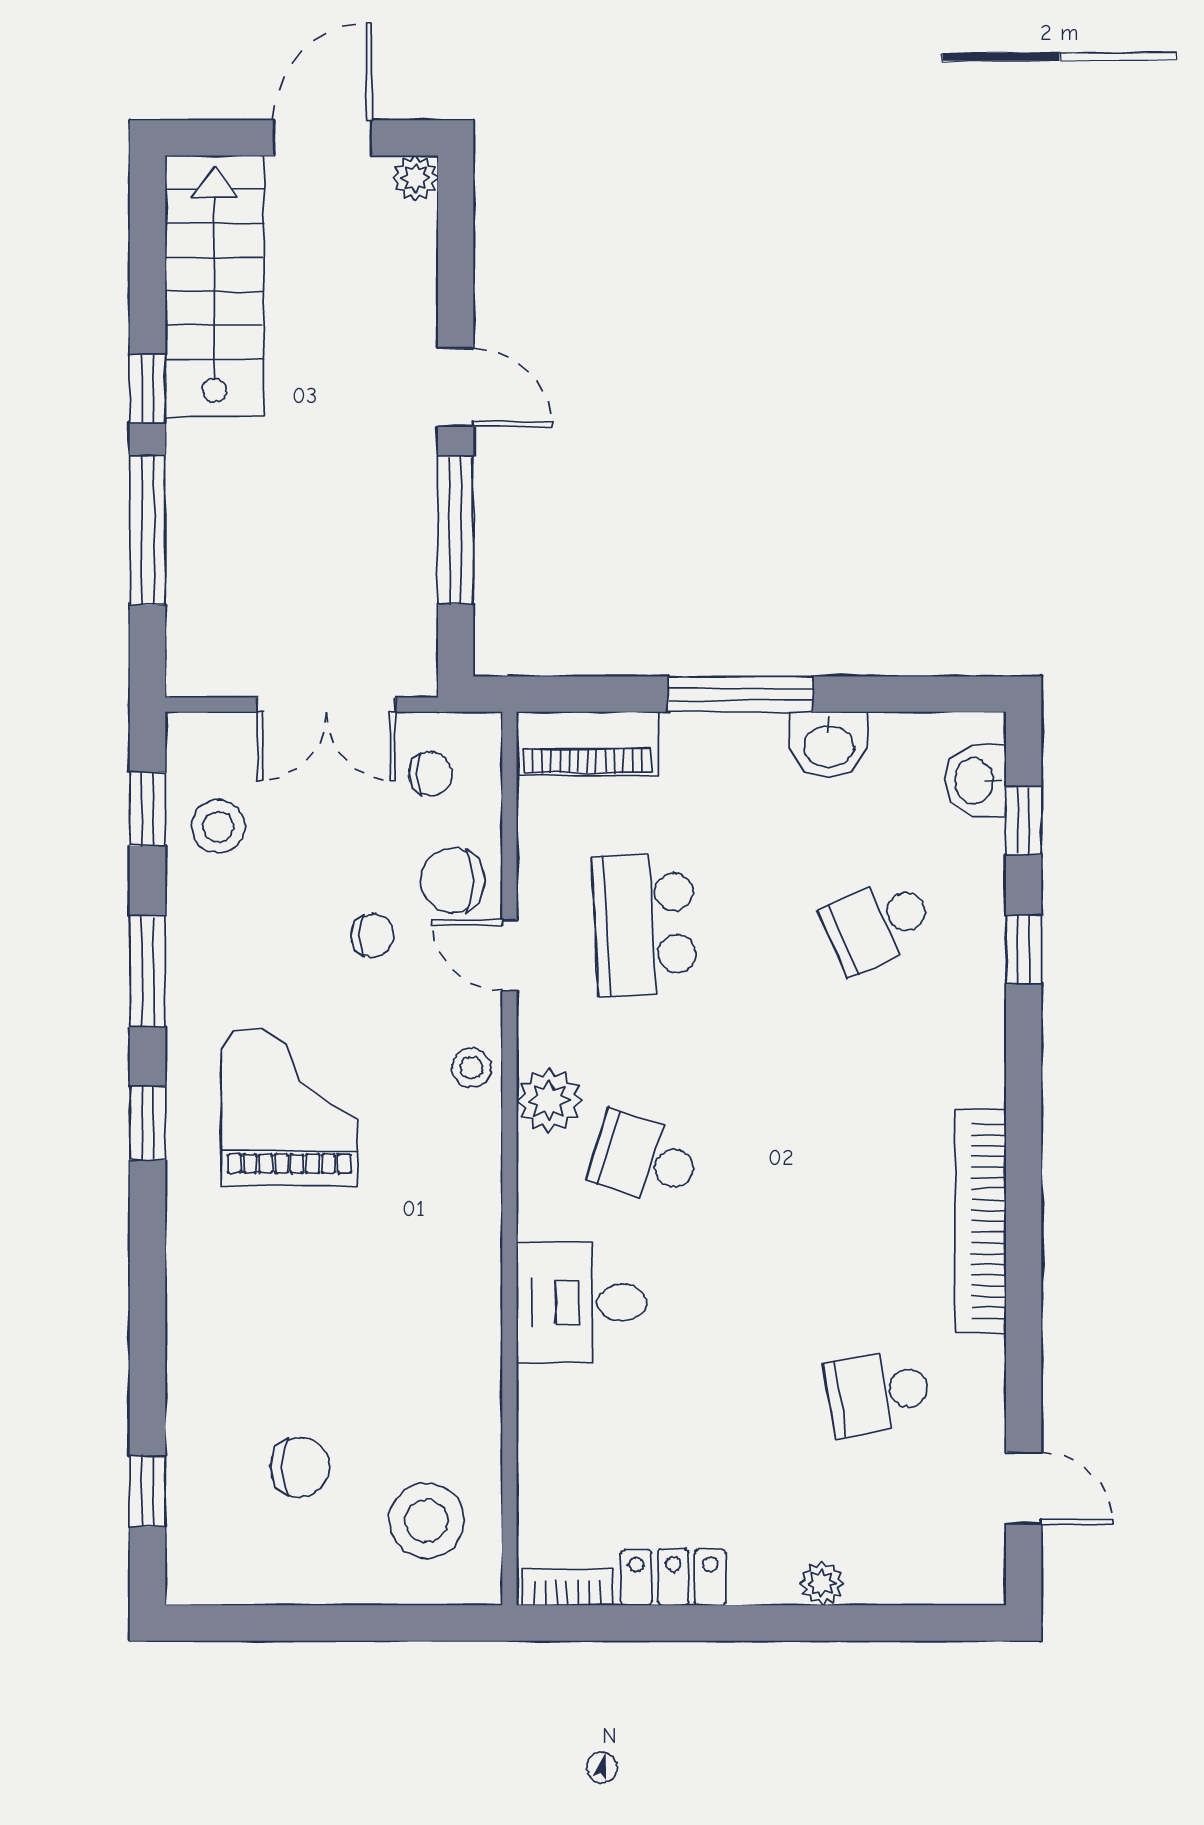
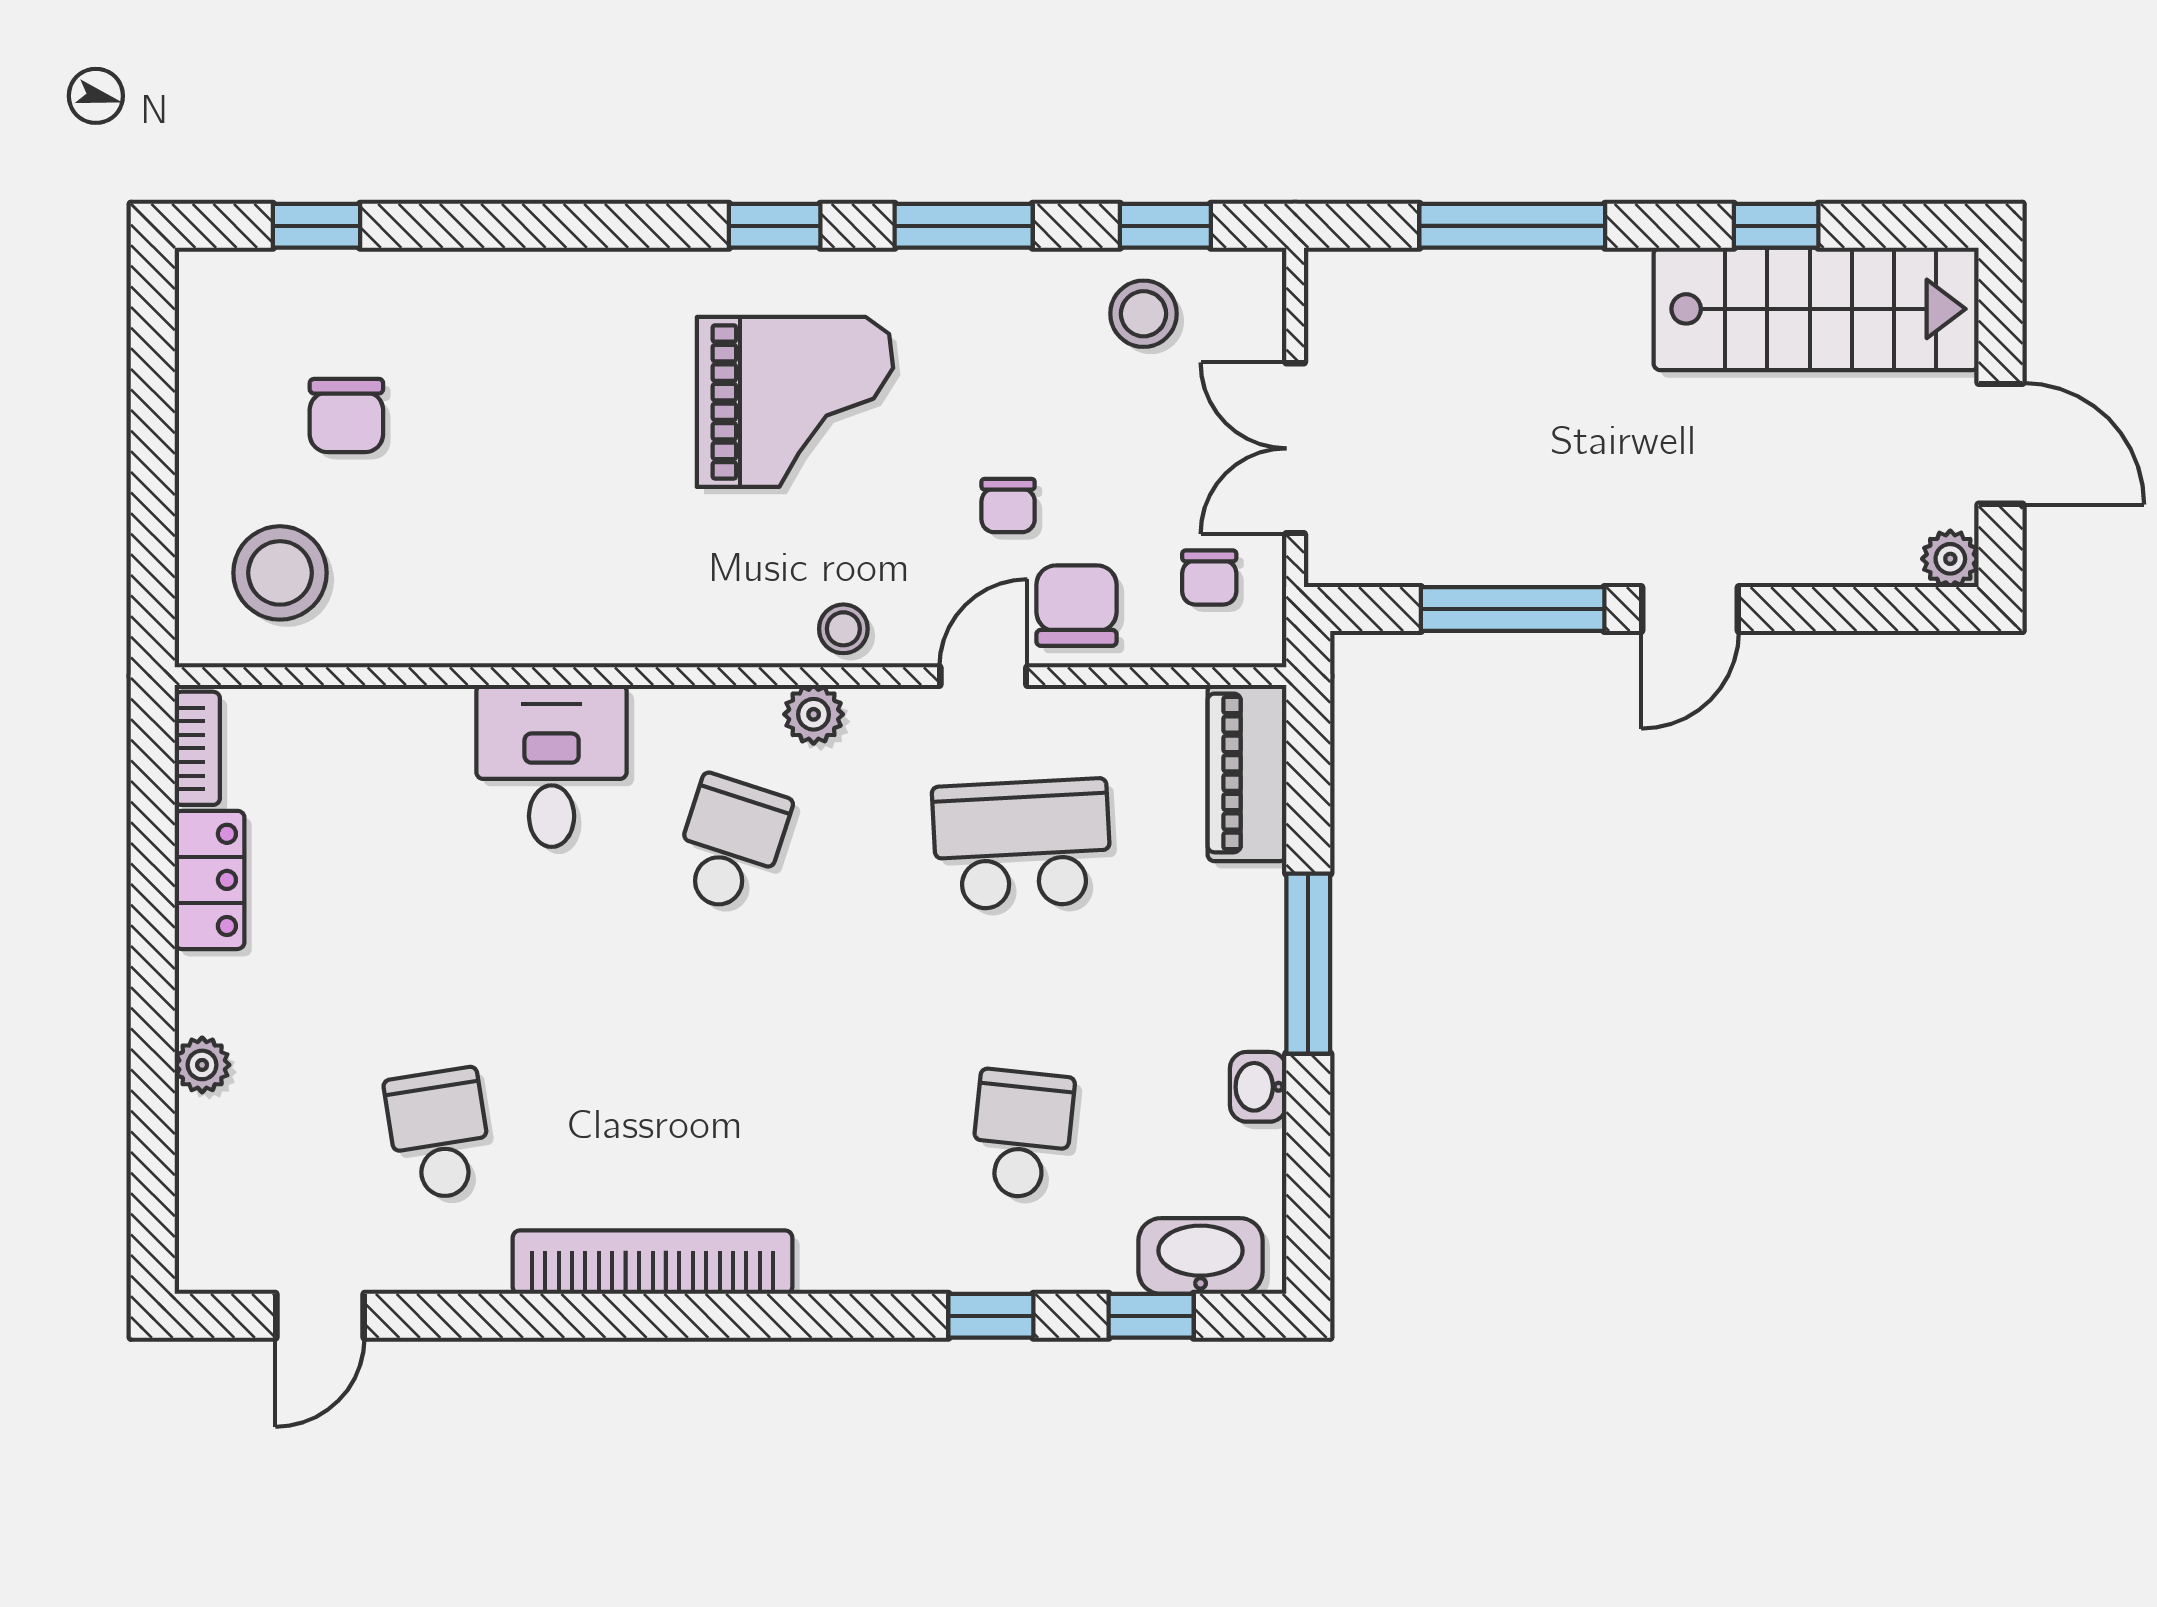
window: (148, 389) -> (1776, 226), moved
washbasin: (829, 745) -> (1258, 1087), width x0.72, depth x0.69
washbasin: (976, 781) -> (1201, 1256), width x1.38
school desk: (878, 924) -> (1022, 1134), turned 30
plant: (549, 1101) -> (814, 714), width x0.73, depth x0.73

